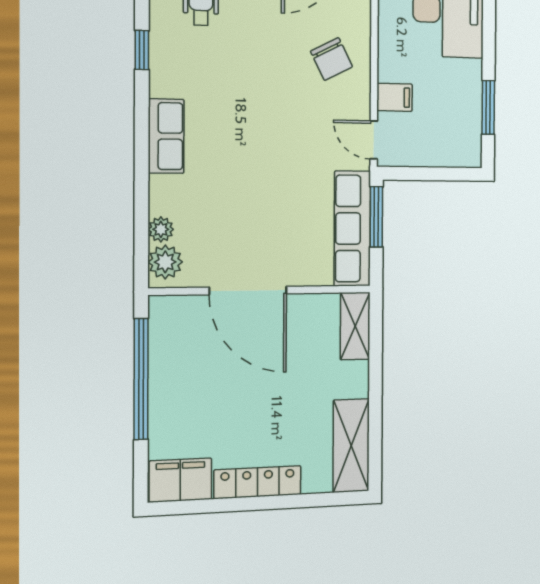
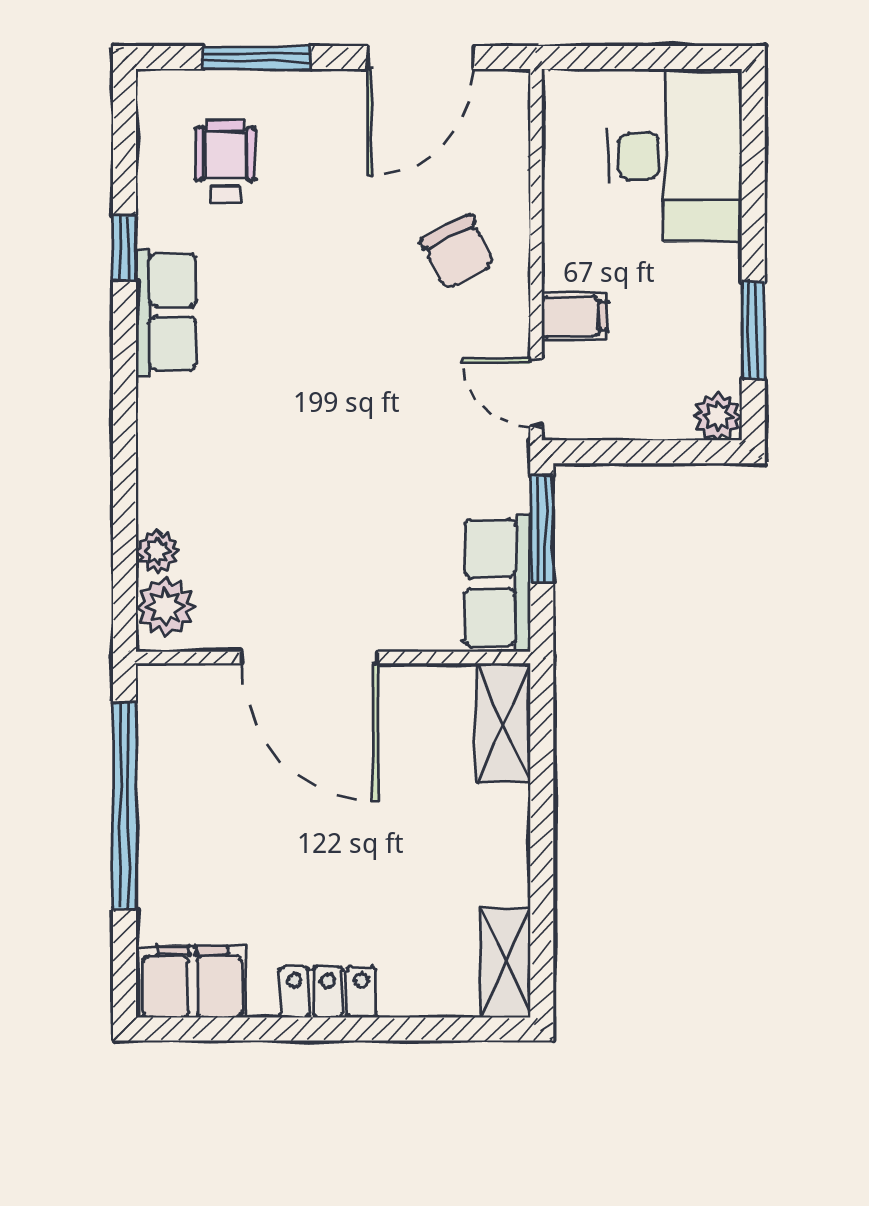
row of seats: (166, 136) -> (166, 312), moved
plant: (470, 155) -> (718, 417), added
row of seats: (352, 229) -> (497, 583), width x0.68
shelving: (351, 446) -> (506, 963), width x0.67, depth x0.75
locker: (258, 482) -> (328, 992), width x0.66

